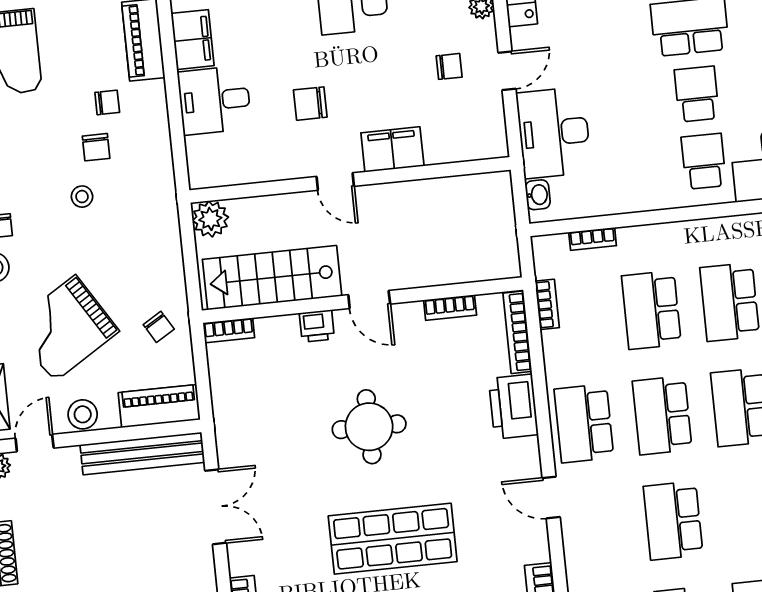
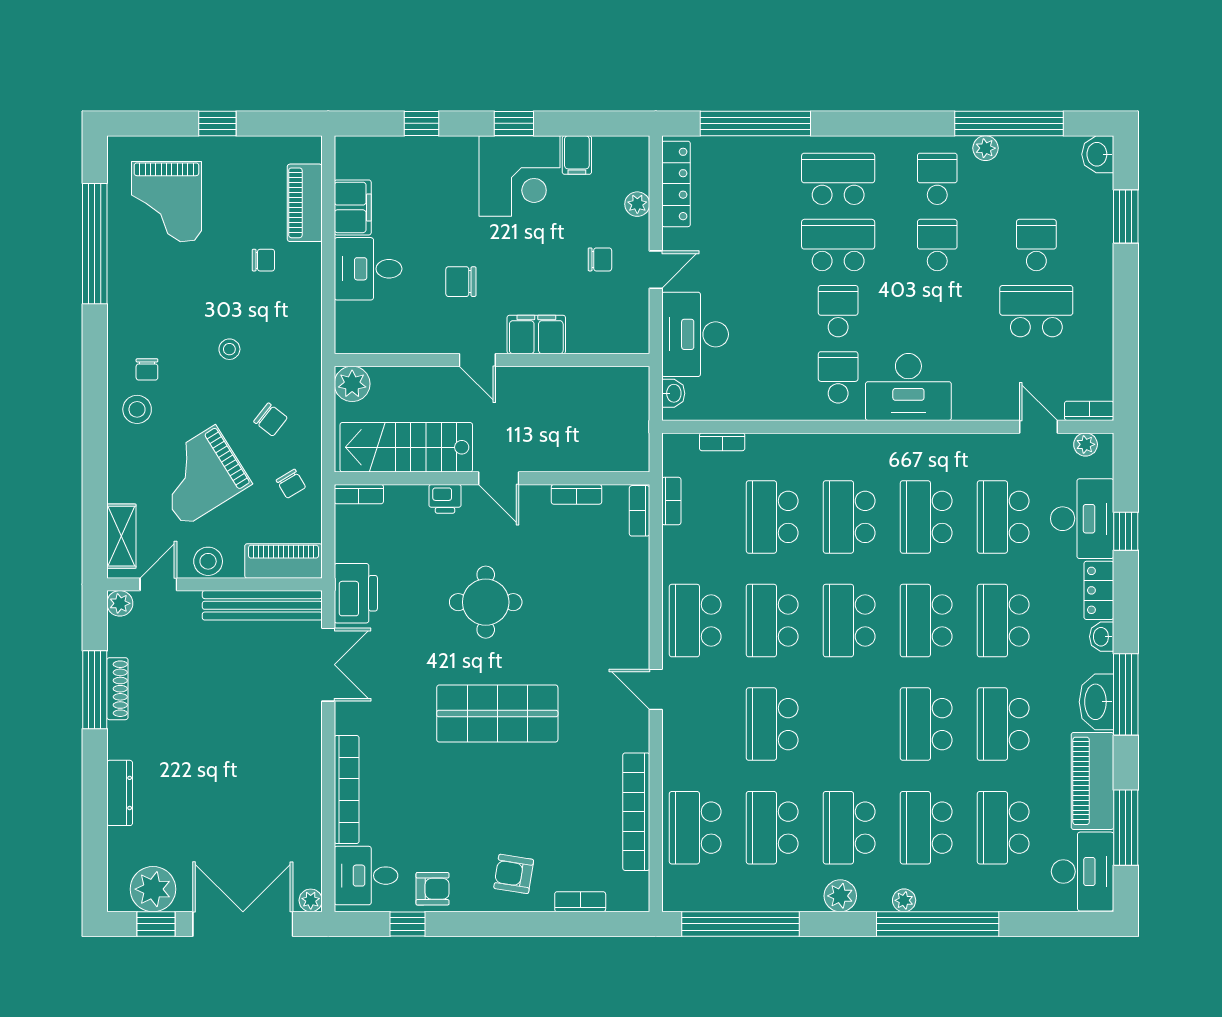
chair: (96, 147) -> (271, 420), moved, turned -52
bookcase: (517, 332) -> (640, 511), width x0.64
printer: (513, 407) -> (356, 593), moved, turned 180

